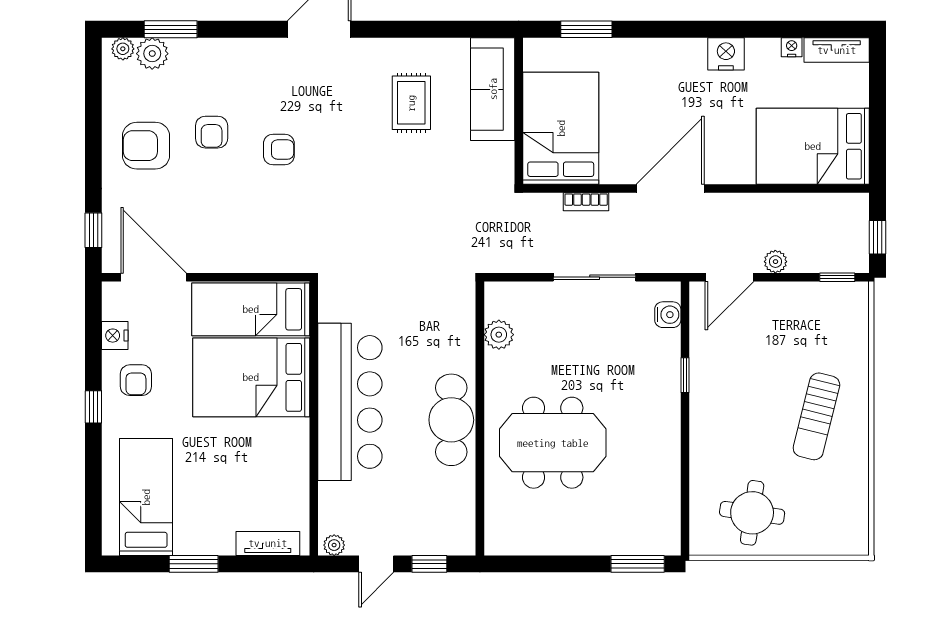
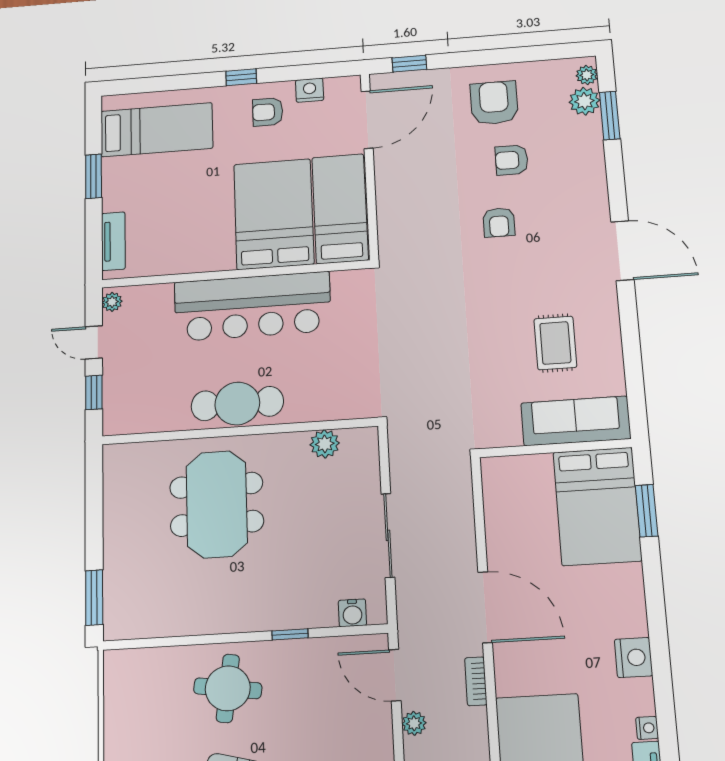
rug: (411, 103) -> (555, 343), turned 90
bed: (561, 128) -> (597, 506), moved, turned 90
bookcase: (586, 202) -> (476, 681), moved
round table: (752, 513) -> (228, 688), moved

